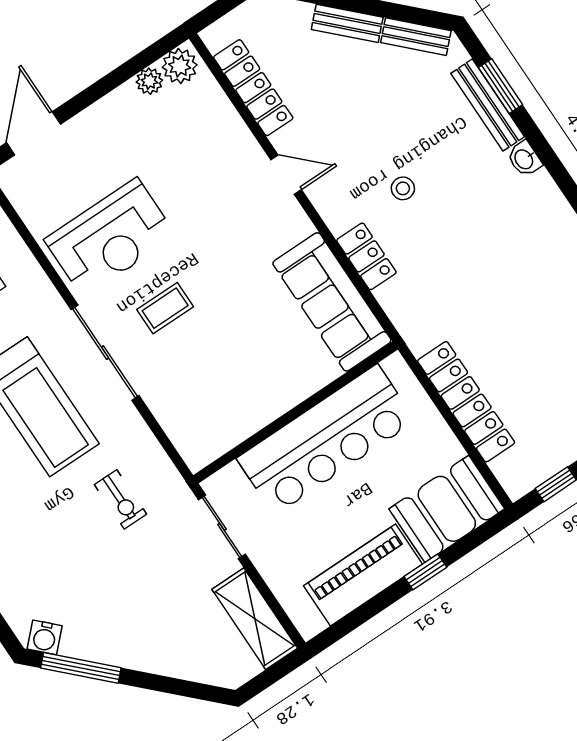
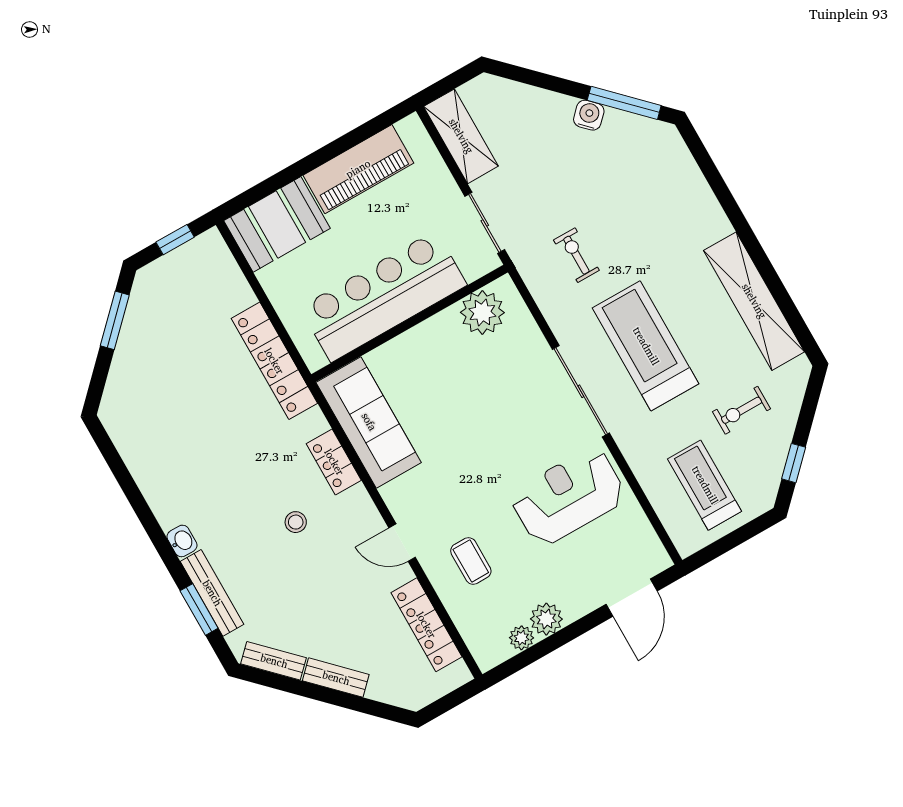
plant: (180, 66) -> (546, 619), moved
coffee table: (165, 308) -> (471, 561), moved, turned 90
locker: (466, 402) -> (274, 361), moved
plant: (218, 430) -> (482, 313), added
window: (425, 572) -> (301, 168), removed
water cooler: (45, 637) -> (589, 115), moved

